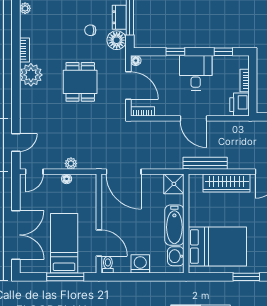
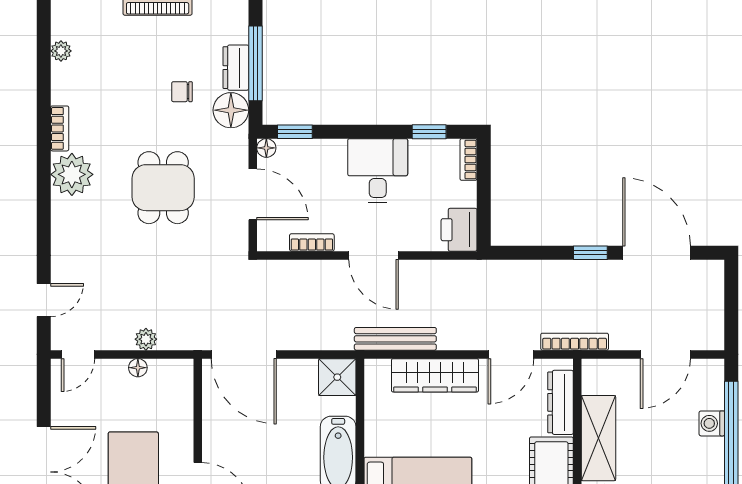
window: (175, 52) -> (295, 132), moved
bookcase: (245, 80) -> (468, 159), moved
bookcase: (143, 111) -> (312, 242), moved

